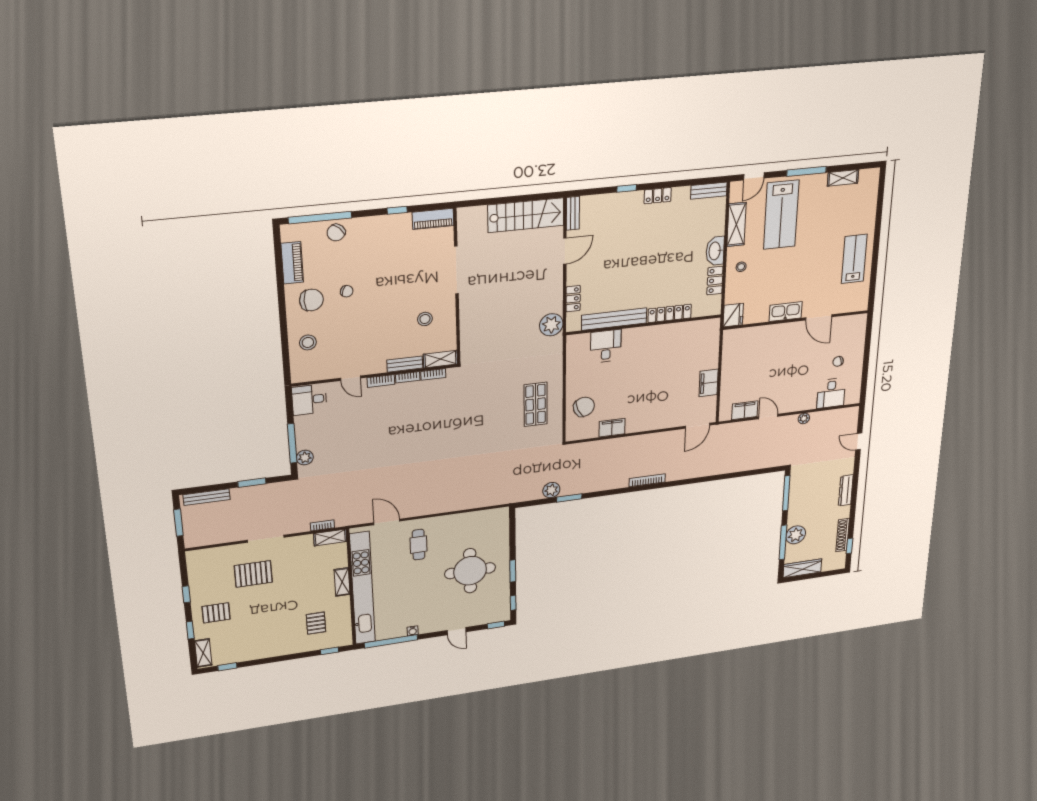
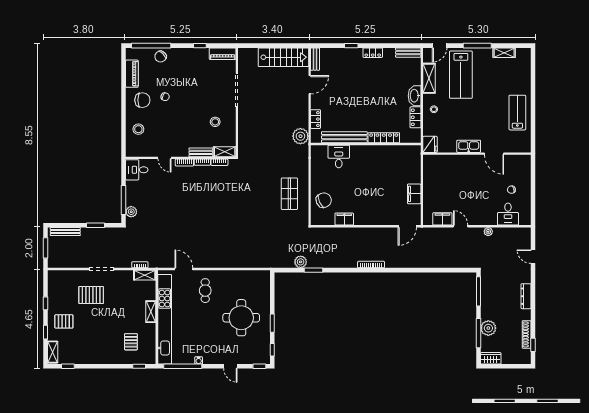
wardrobe: (802, 568) -> (491, 358), width x0.67

